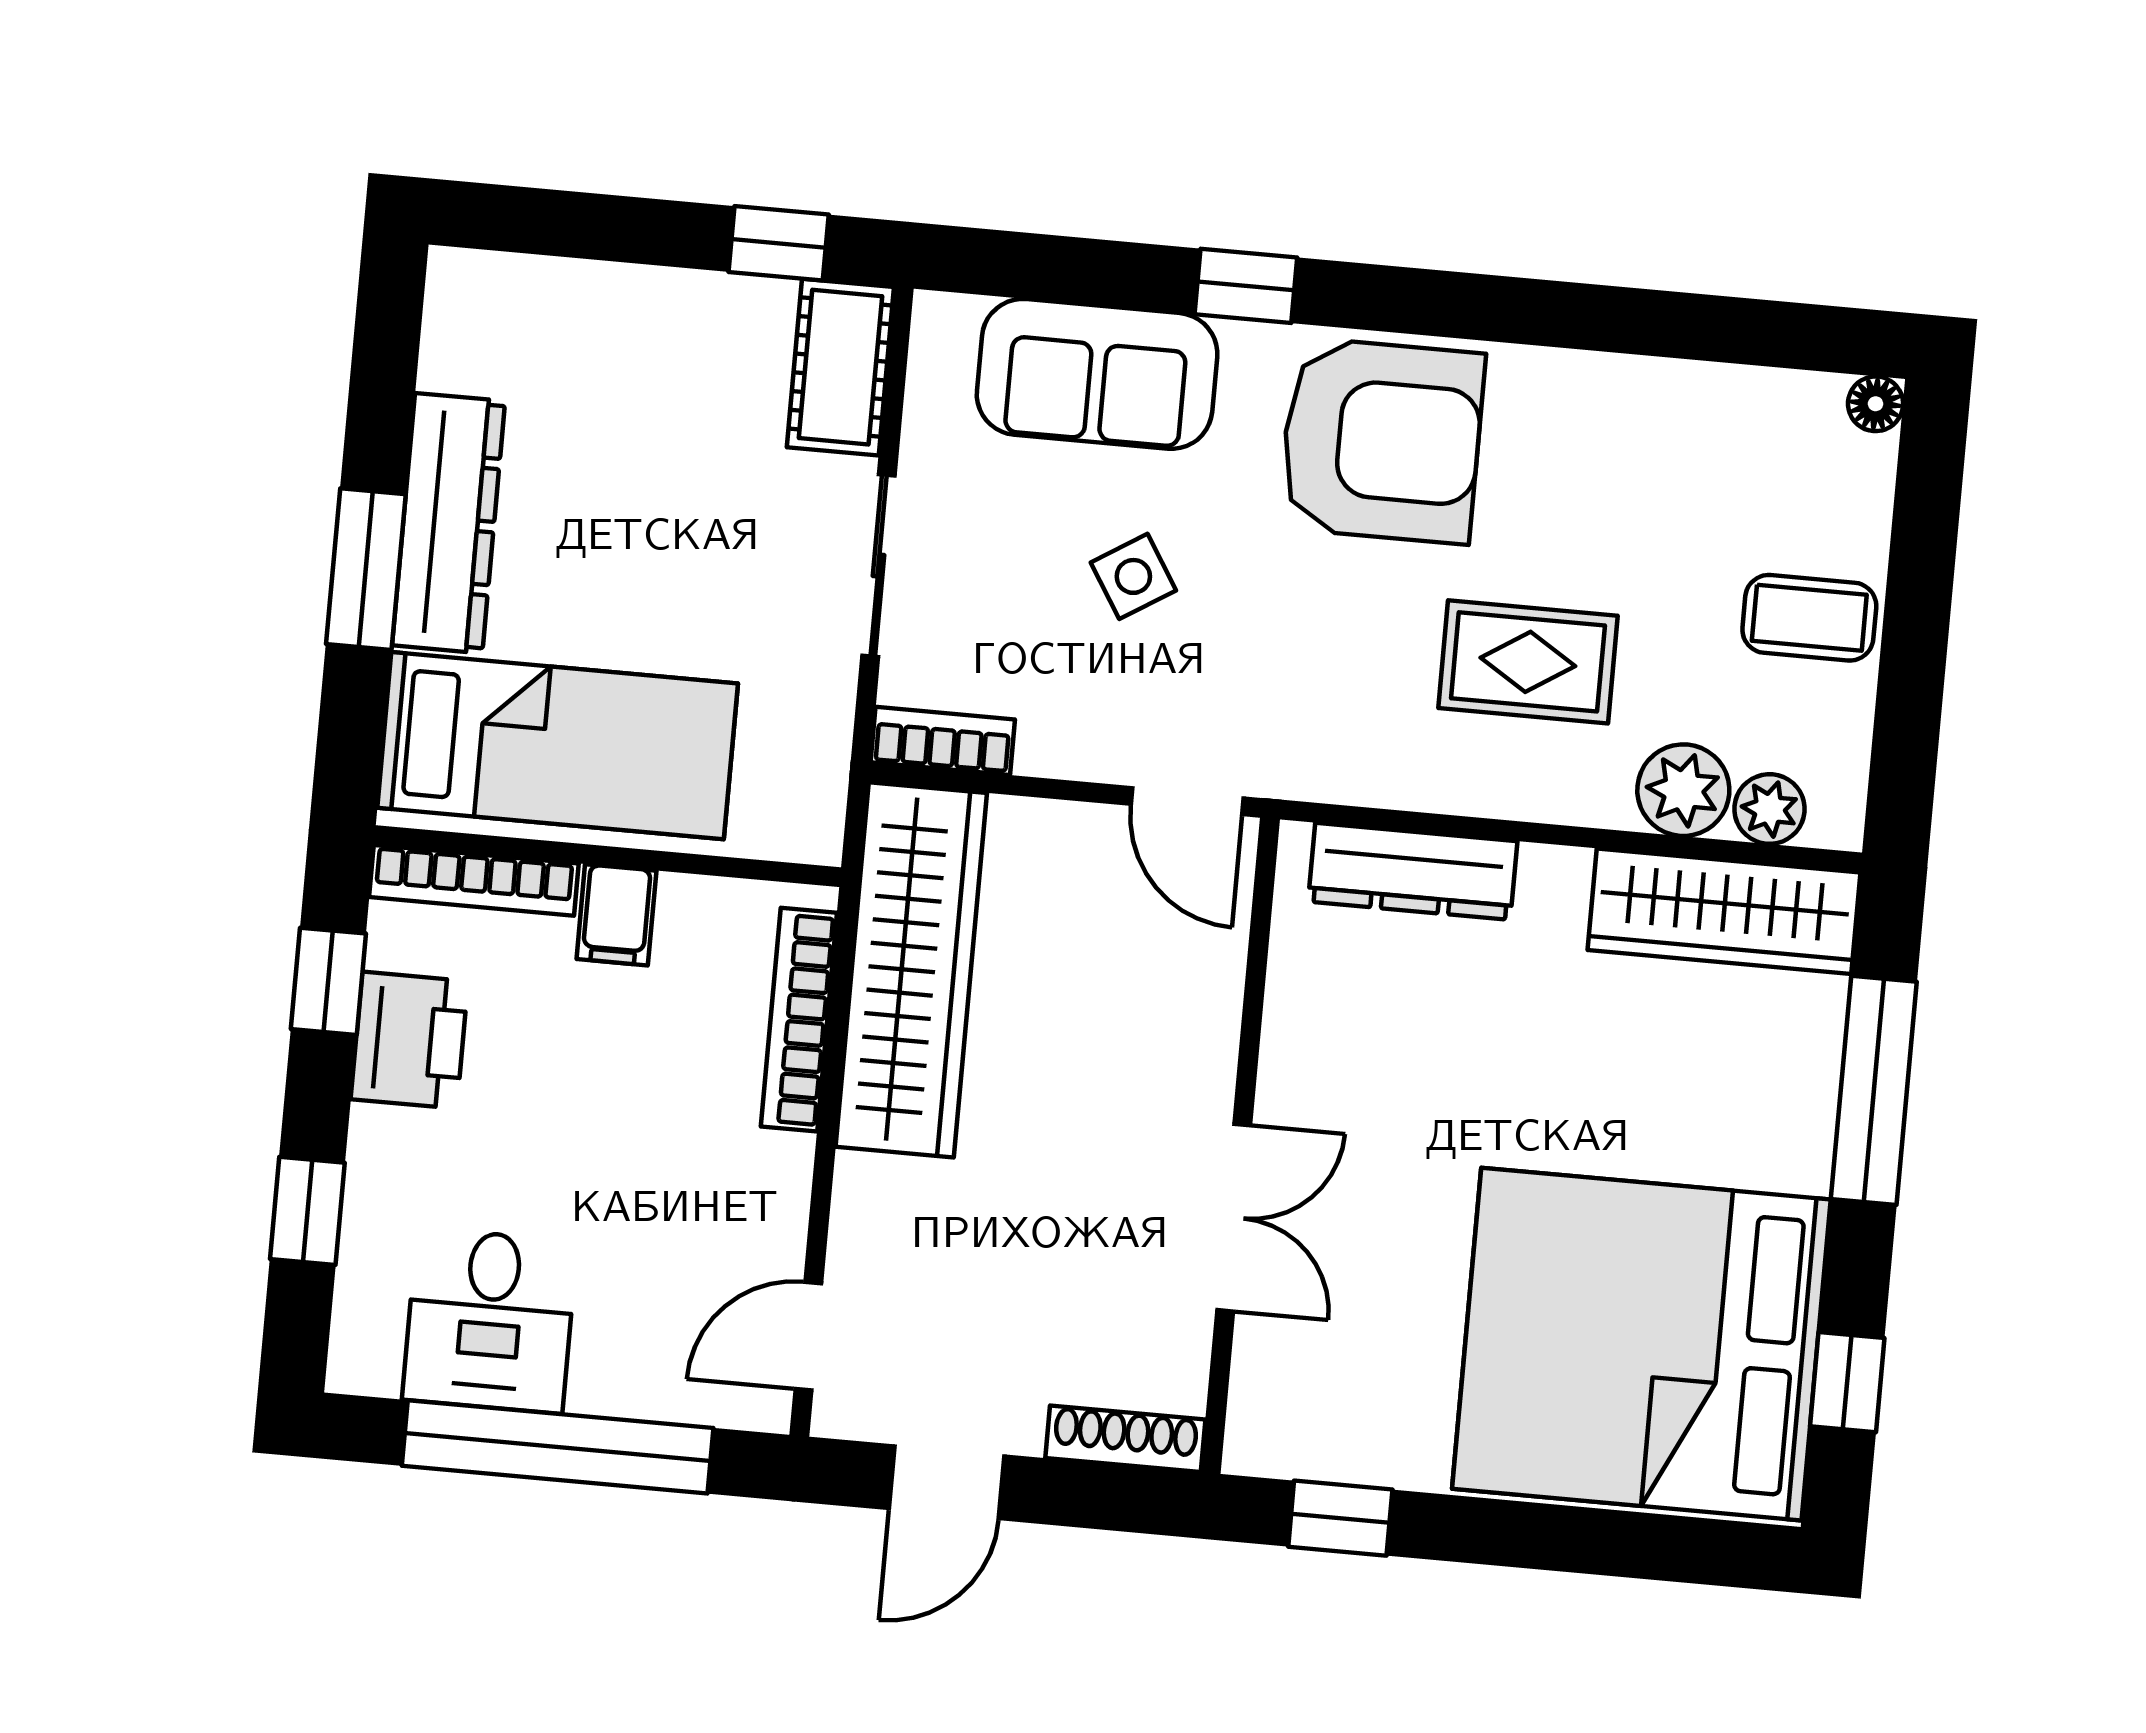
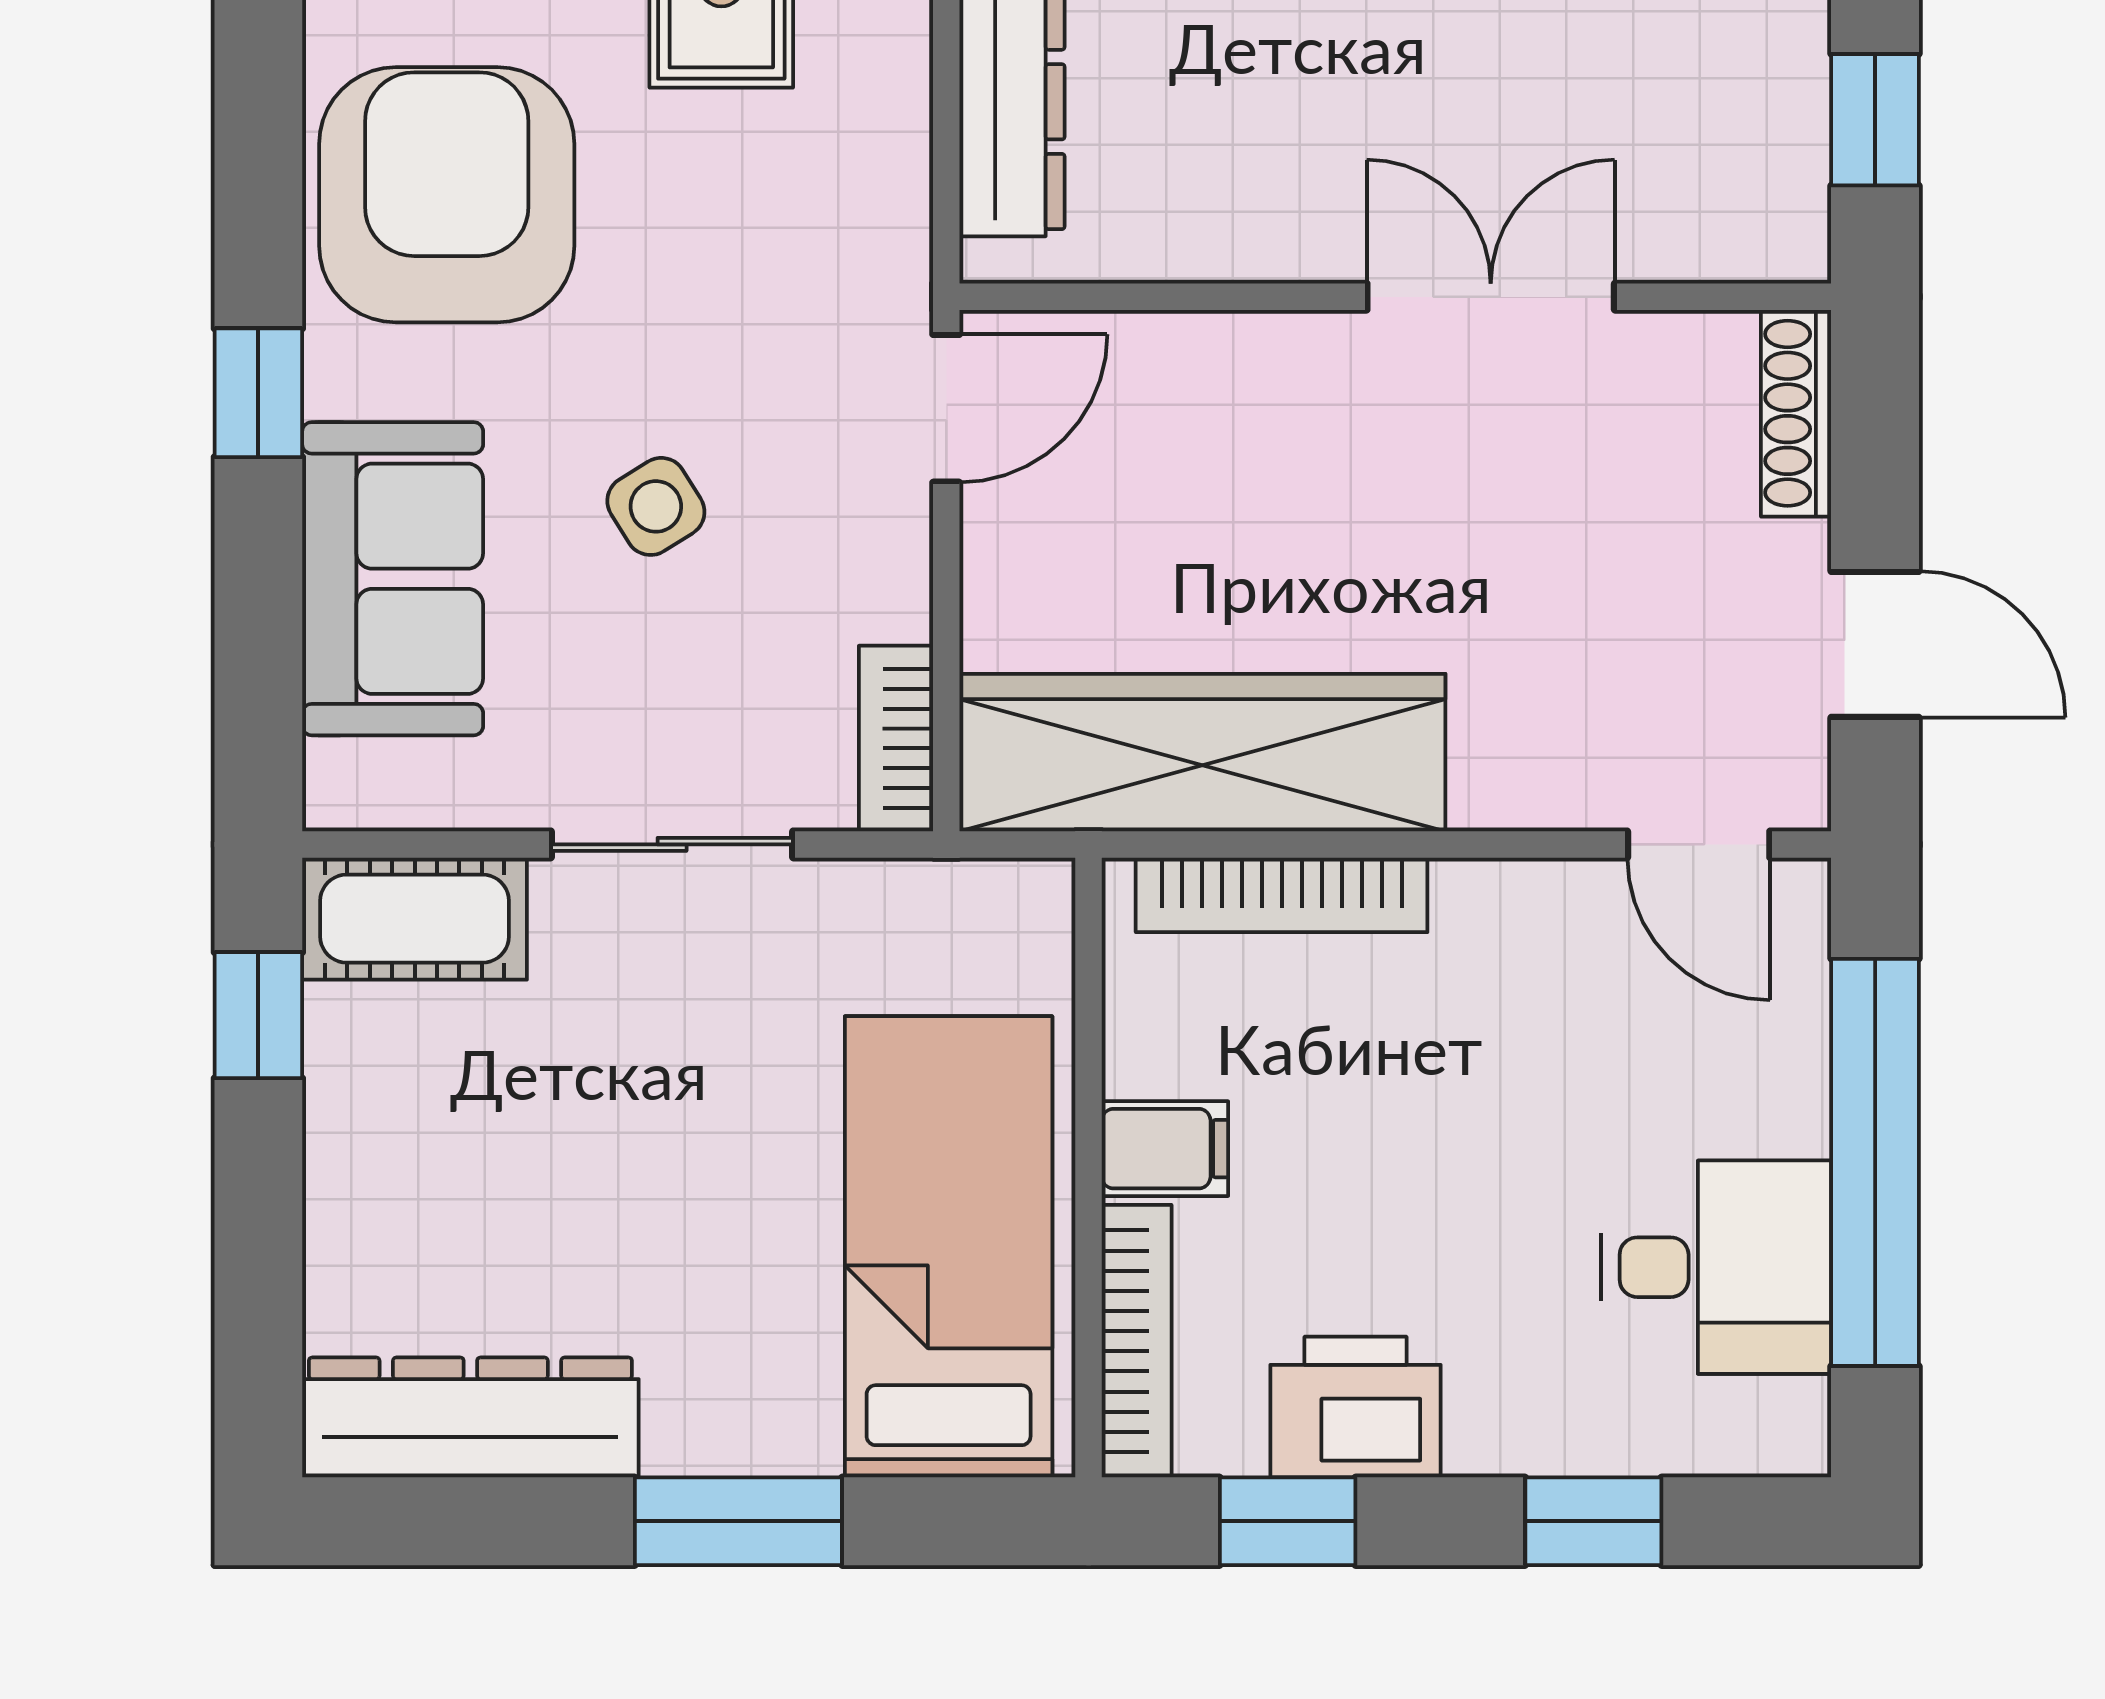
dresser: (449, 523) -> (470, 1417), moved

